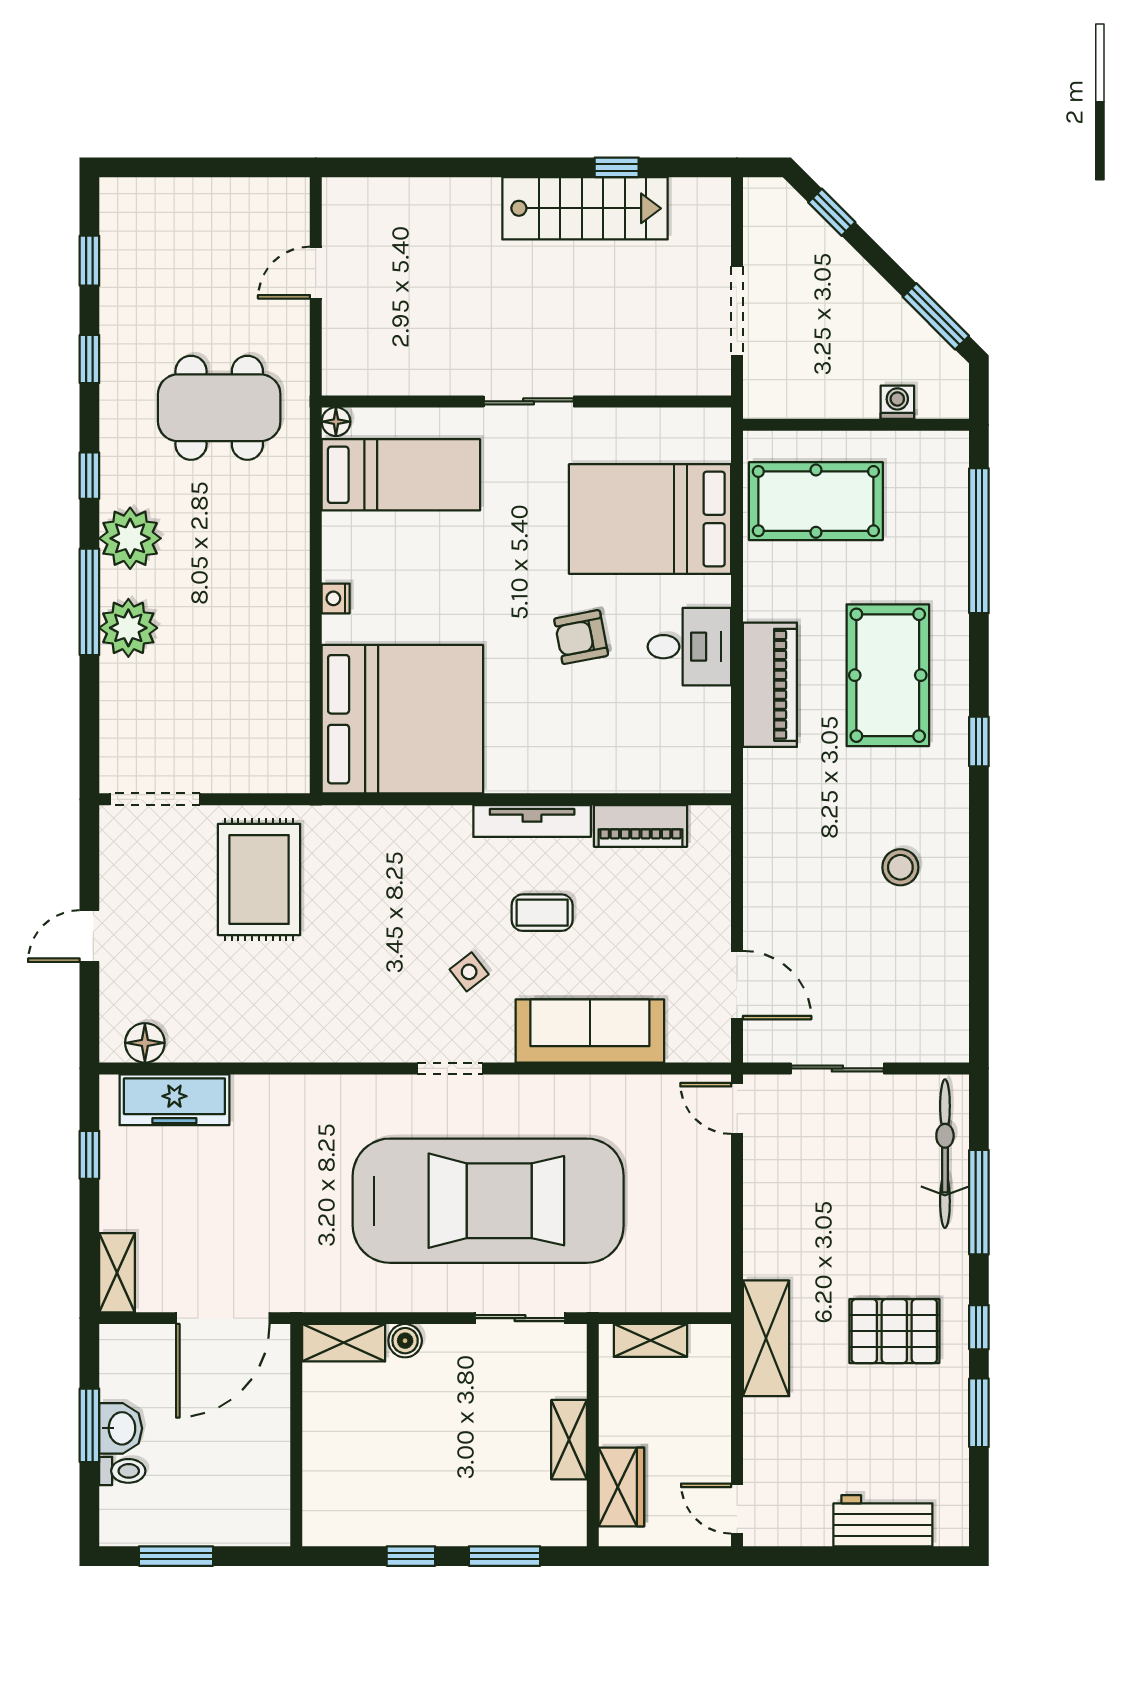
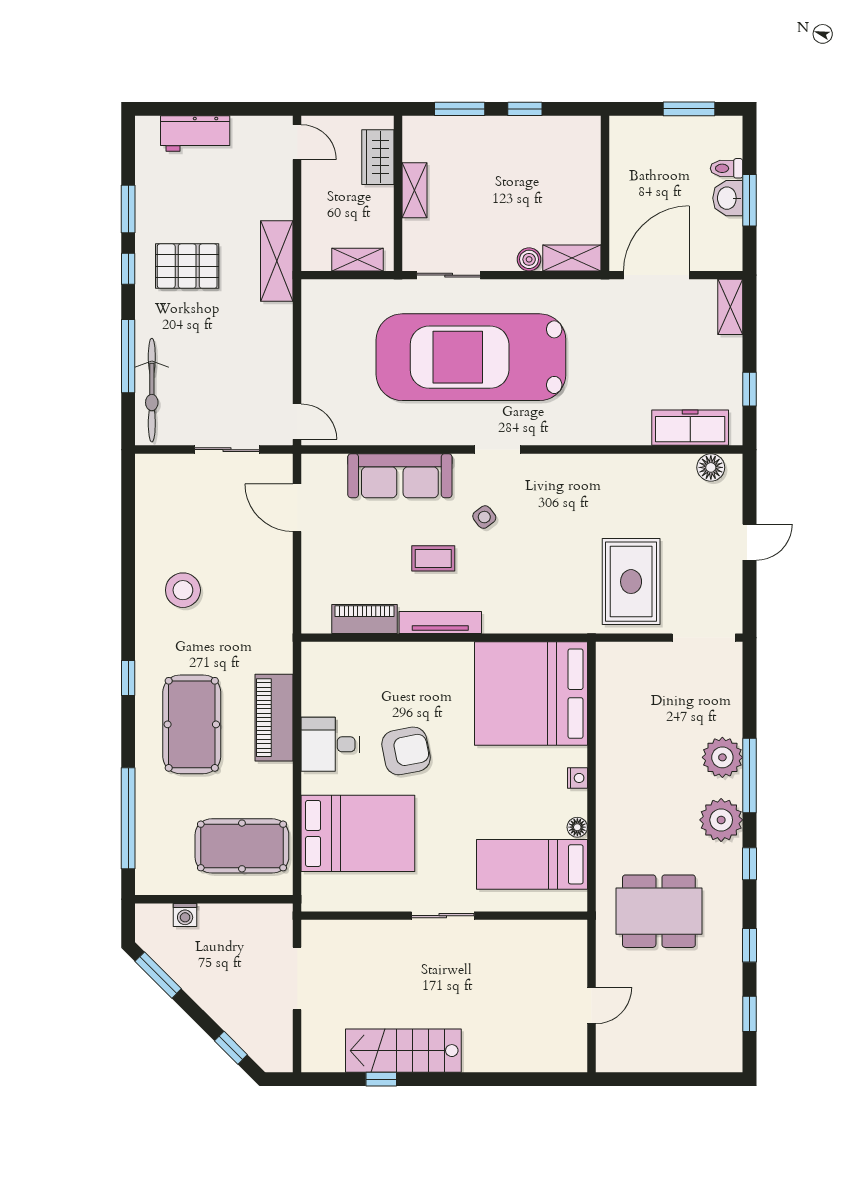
floor lamp: (336, 422) -> (577, 827), moved
armchair: (581, 637) -> (406, 751), width x1.38, depth x1.38
stool: (900, 867) -> (183, 590), width x1.38, depth x1.38

